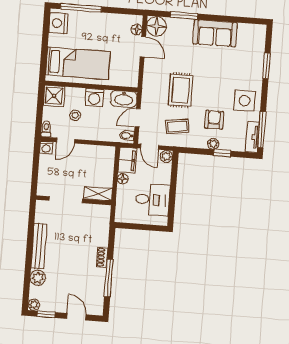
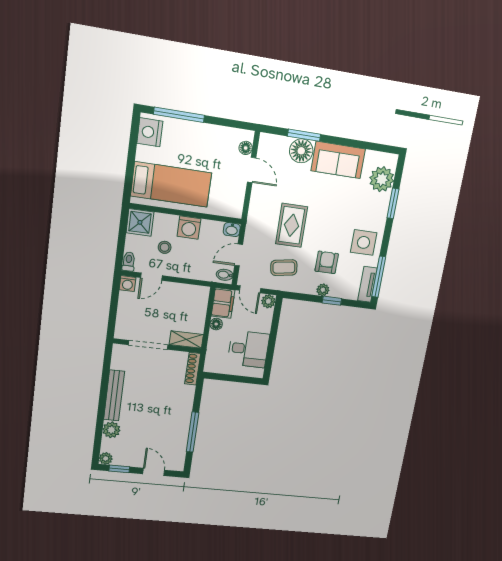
floor lamp: (156, 26) -> (301, 151), moved
plant: (254, 46) -> (382, 179), added
washbasin: (124, 99) -> (232, 230), width x0.52, depth x0.69
shoe rack: (102, 257) -> (193, 369), moved, width x1.43

